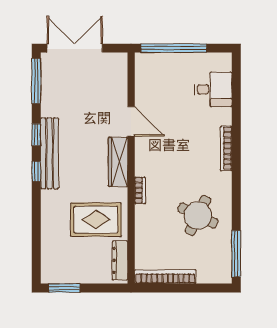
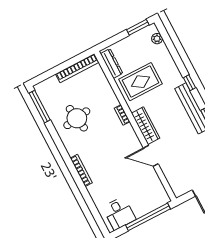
desk: (213, 89) -> (119, 213), moved, turned -90
window: (36, 171) -> (190, 83), moved
round table: (198, 215) -> (77, 118), turned -35
plant: (48, 262) -> (157, 39), added

